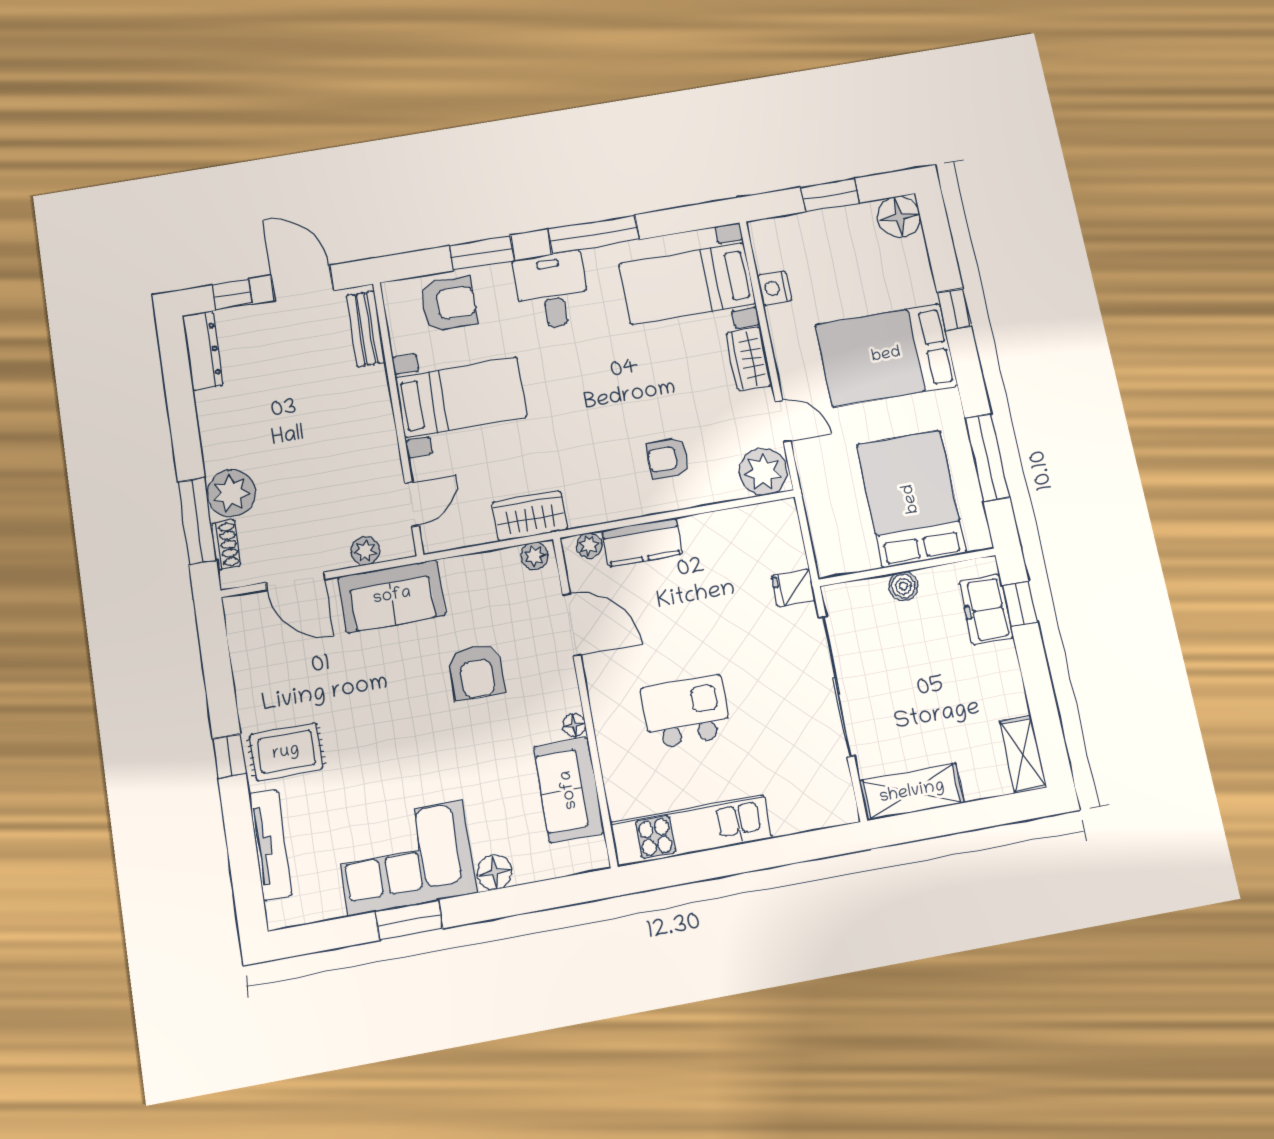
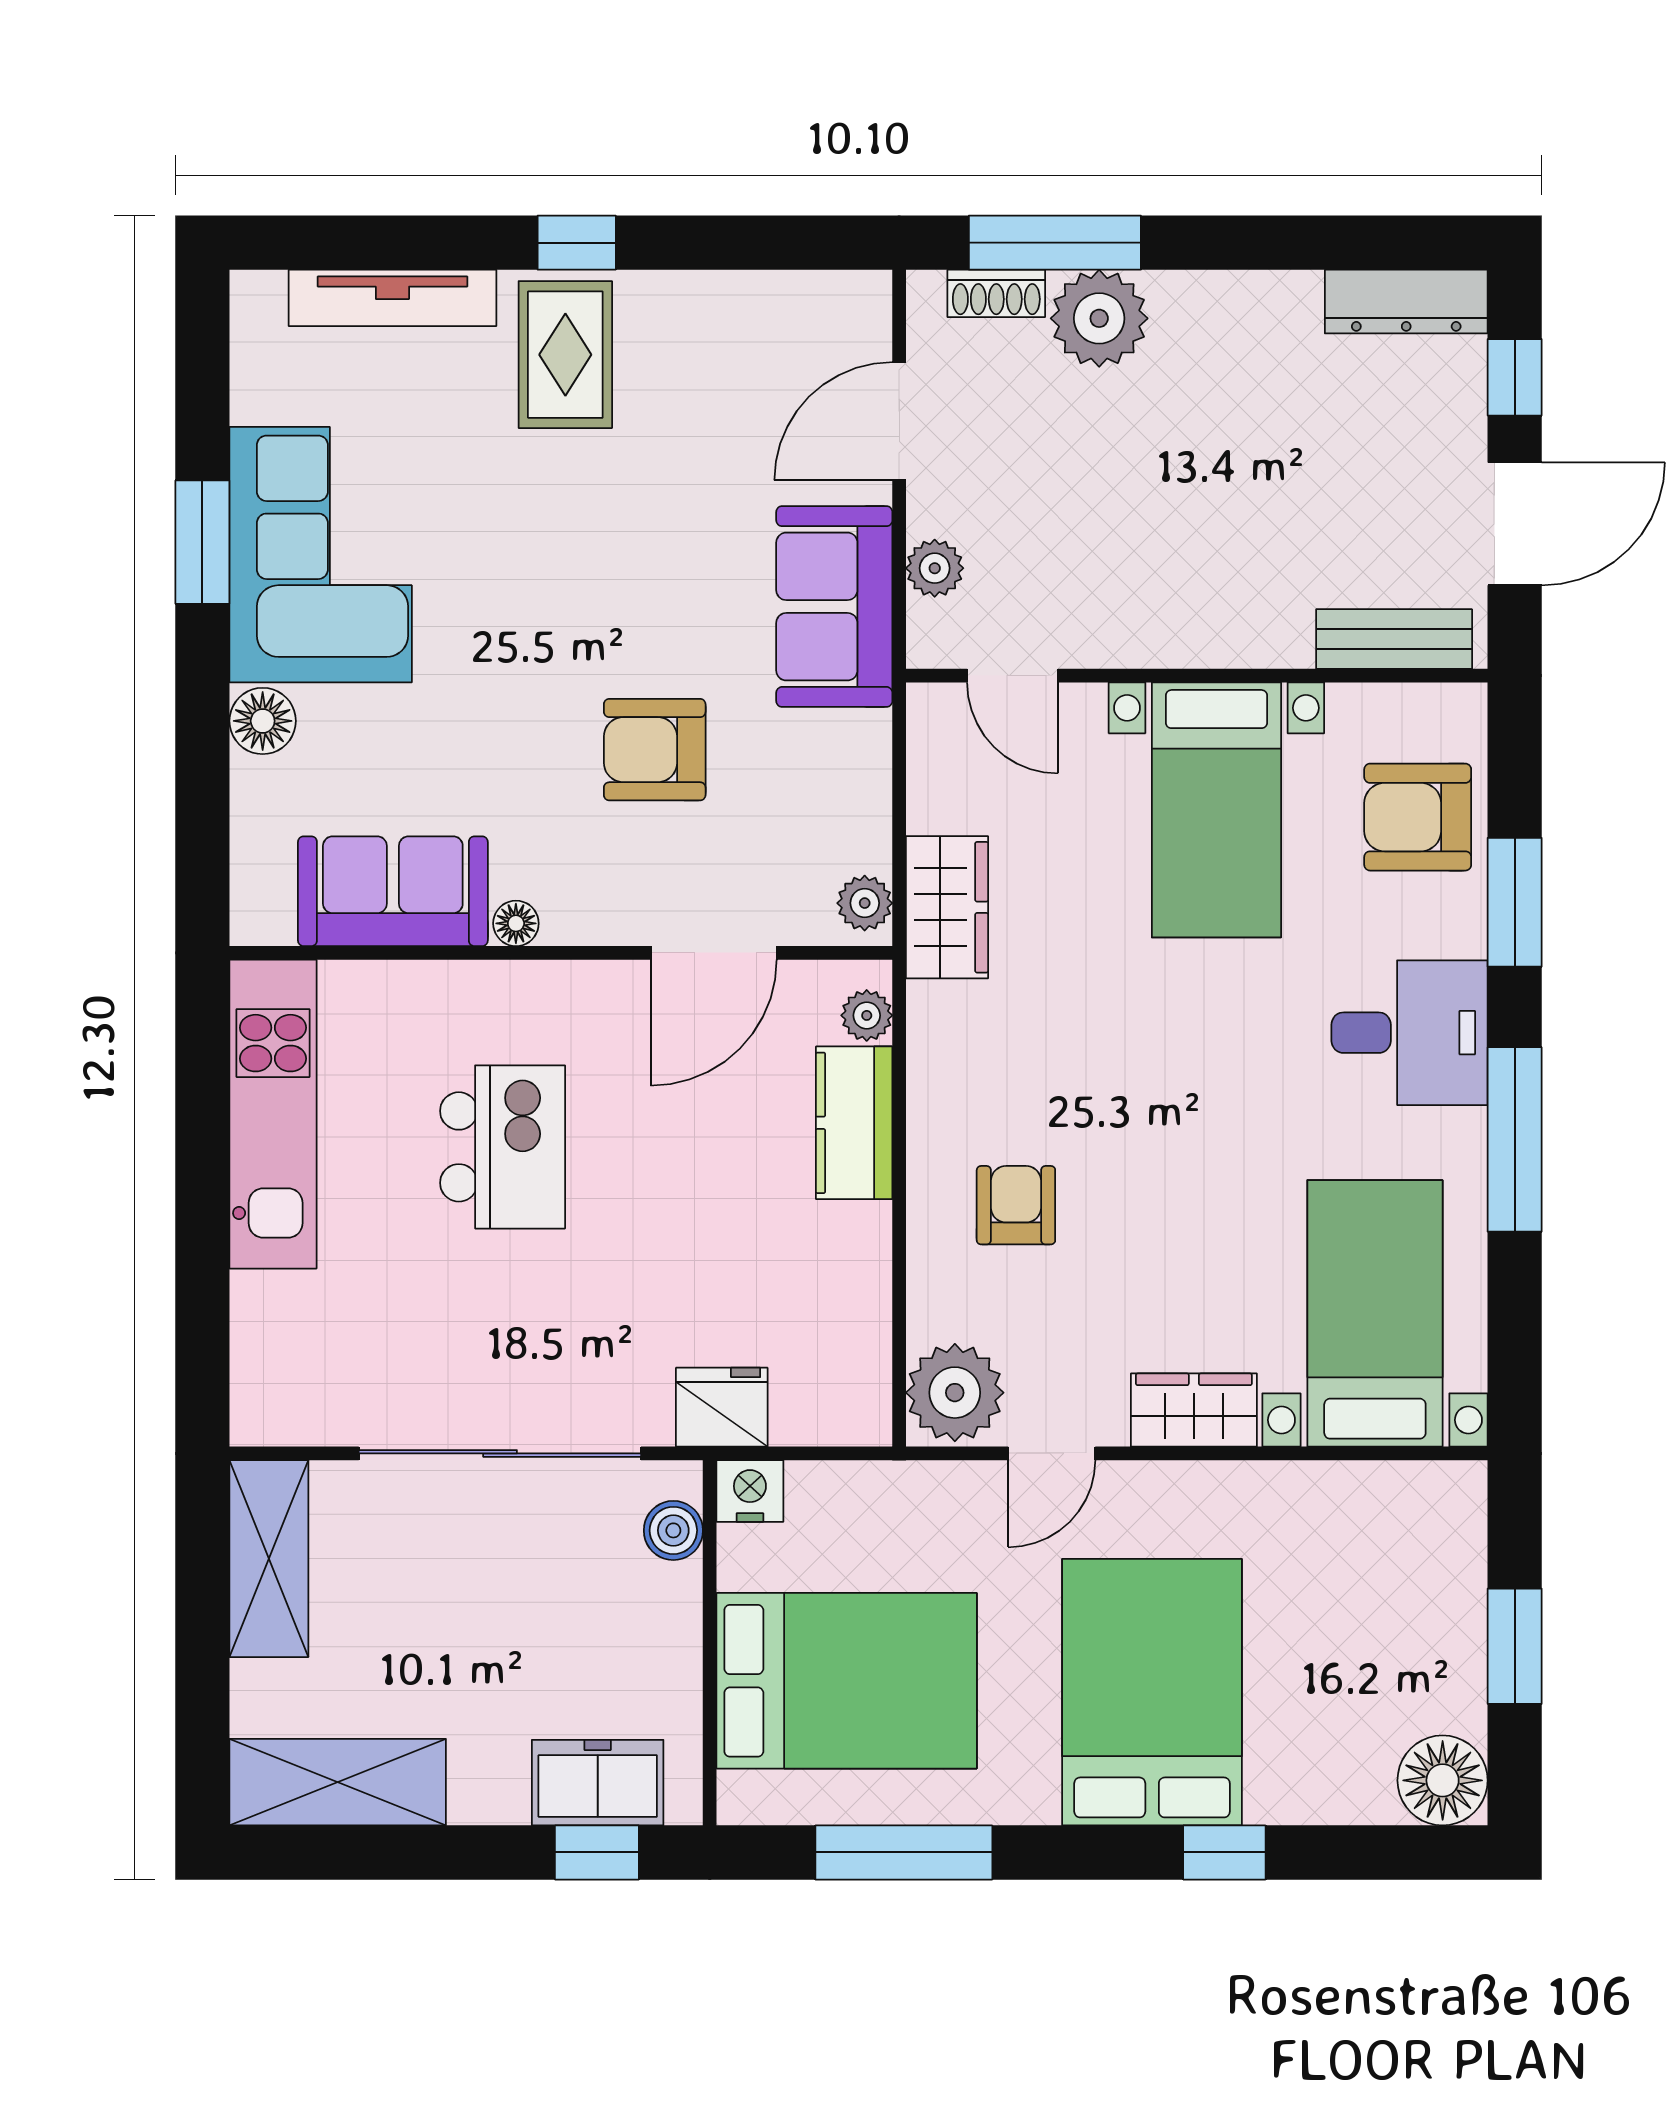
nightstand: (774, 288) -> (750, 1491), moved
armchair: (449, 304) -> (1418, 817), turned 90
boiler: (903, 586) -> (673, 1530), moved
fridge: (793, 588) -> (722, 1407), width x1.38
shelving: (1023, 754) -> (338, 1782), width x1.50, depth x1.33

